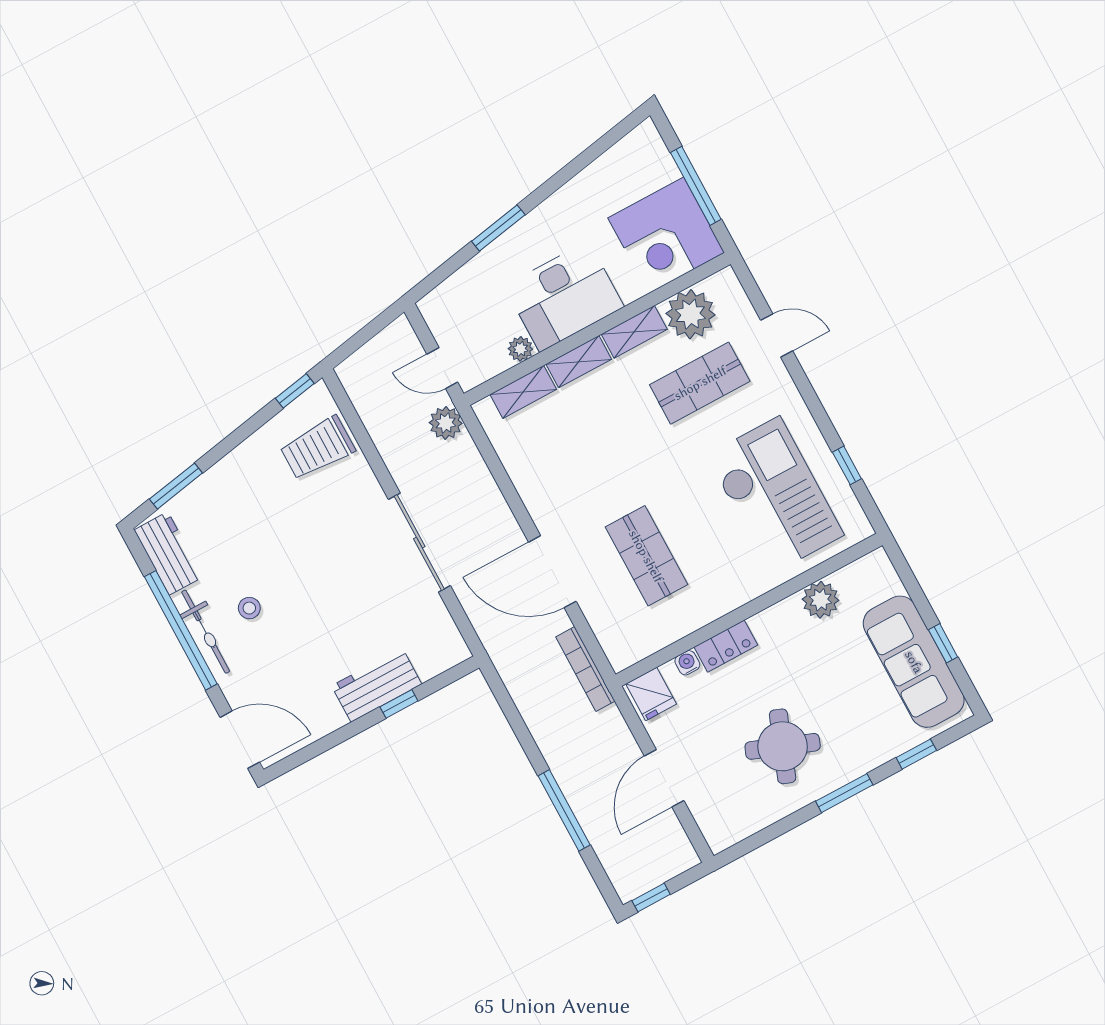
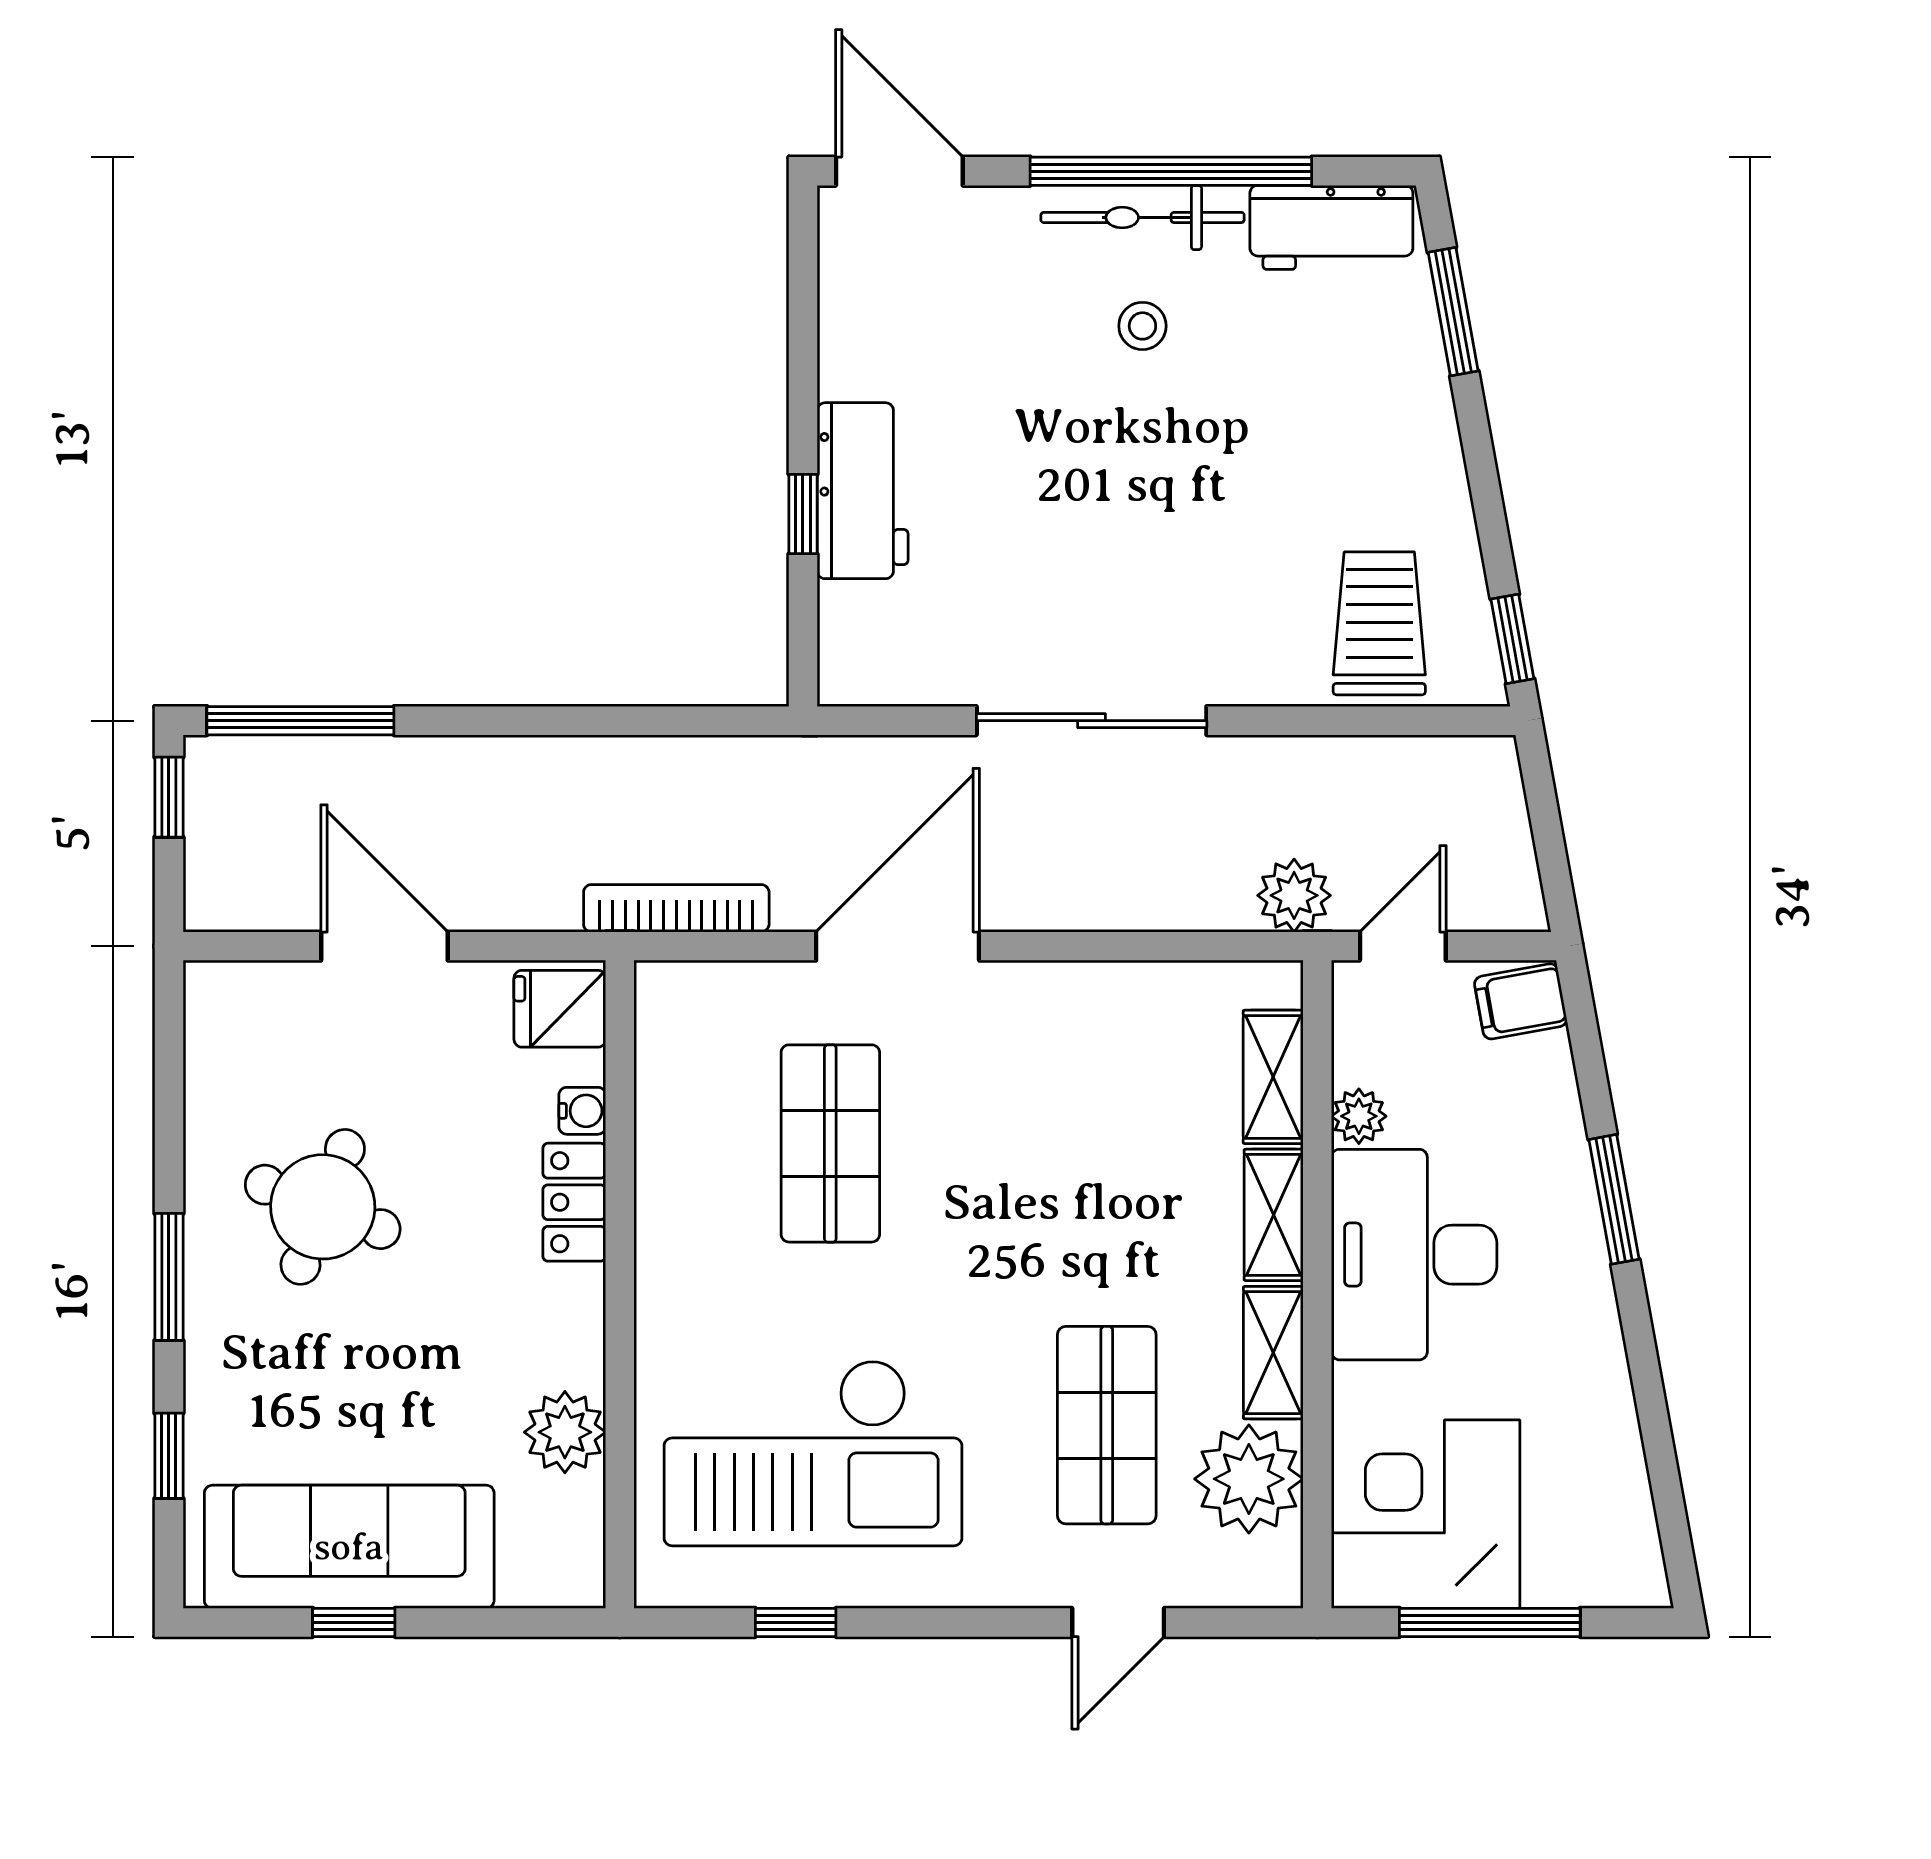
filing cabinet: (439, 309) -> (1521, 1001), added
shop shelf: (646, 556) -> (830, 1143), turned 90
door: (240, 740) -> (899, 171), swing flipped
window: (564, 810) -> (300, 721), moved

